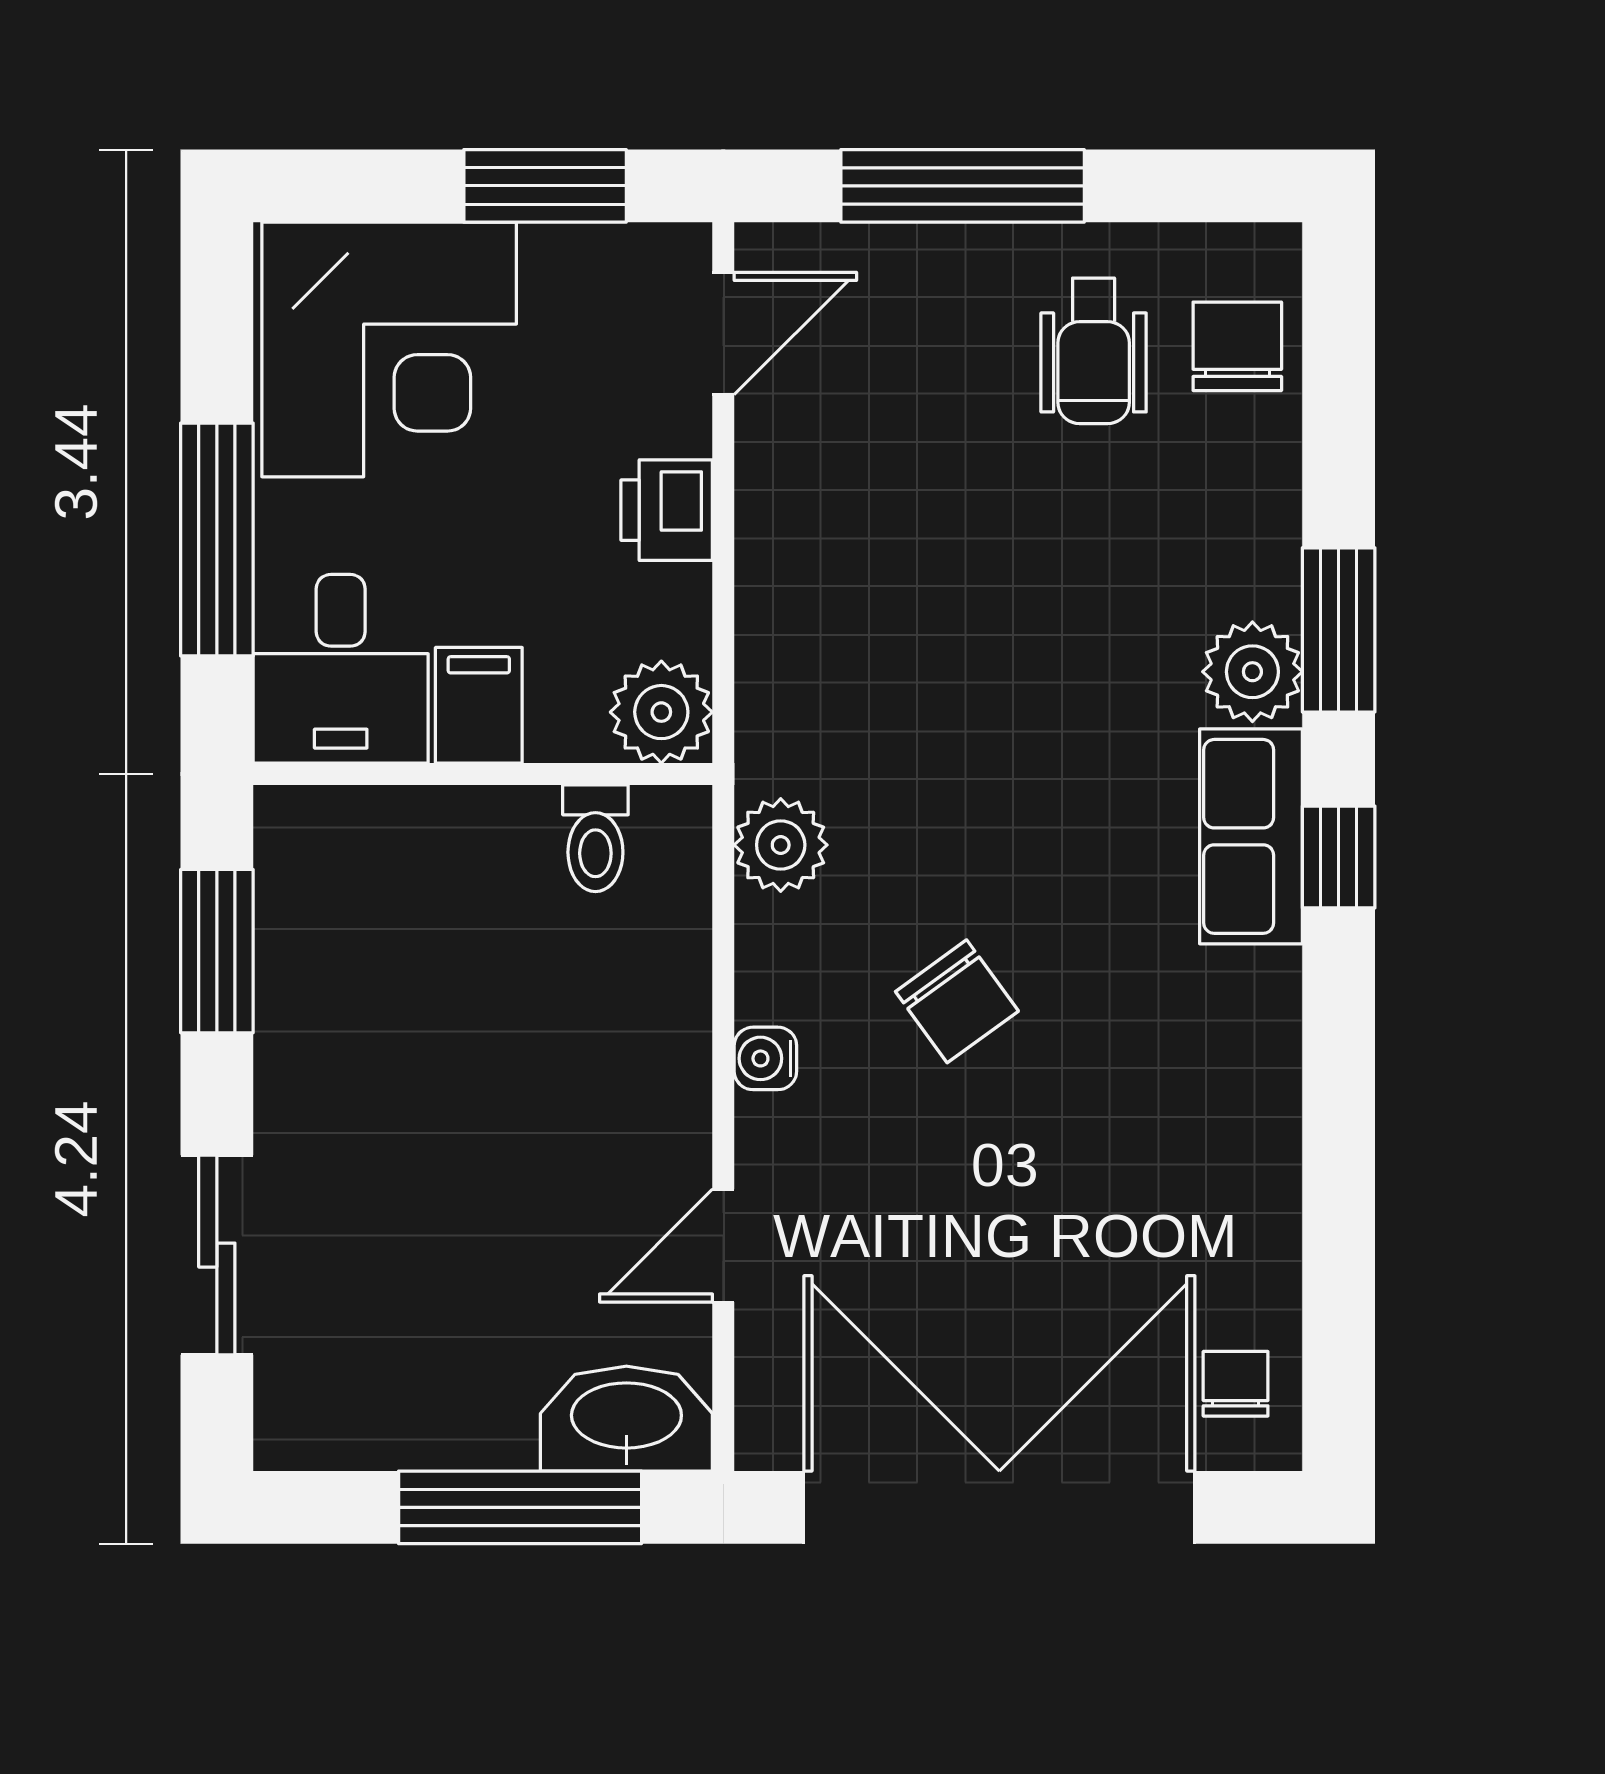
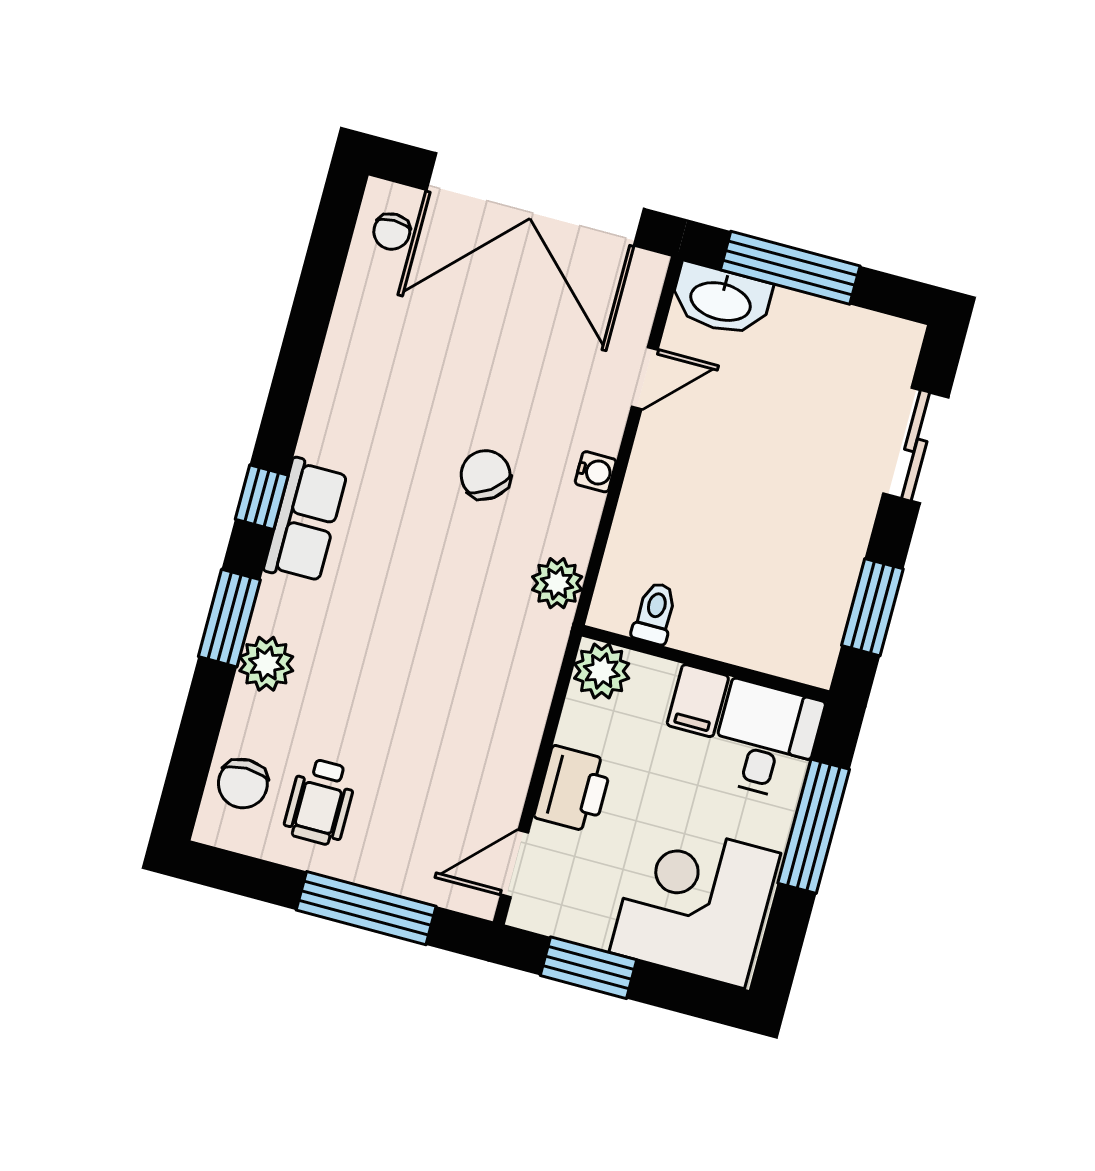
wheelchair: (1094, 351) -> (320, 802), turned 180
printer: (667, 510) -> (573, 789), width x1.36, depth x1.24
plant: (1252, 672) -> (266, 664), moved

